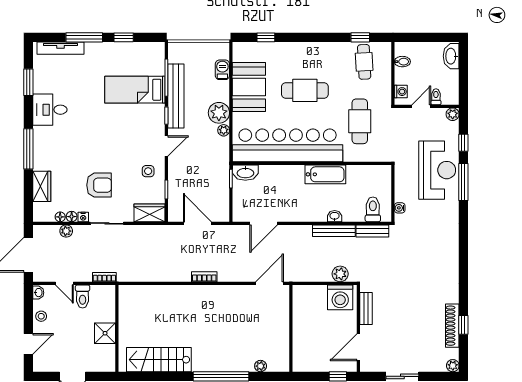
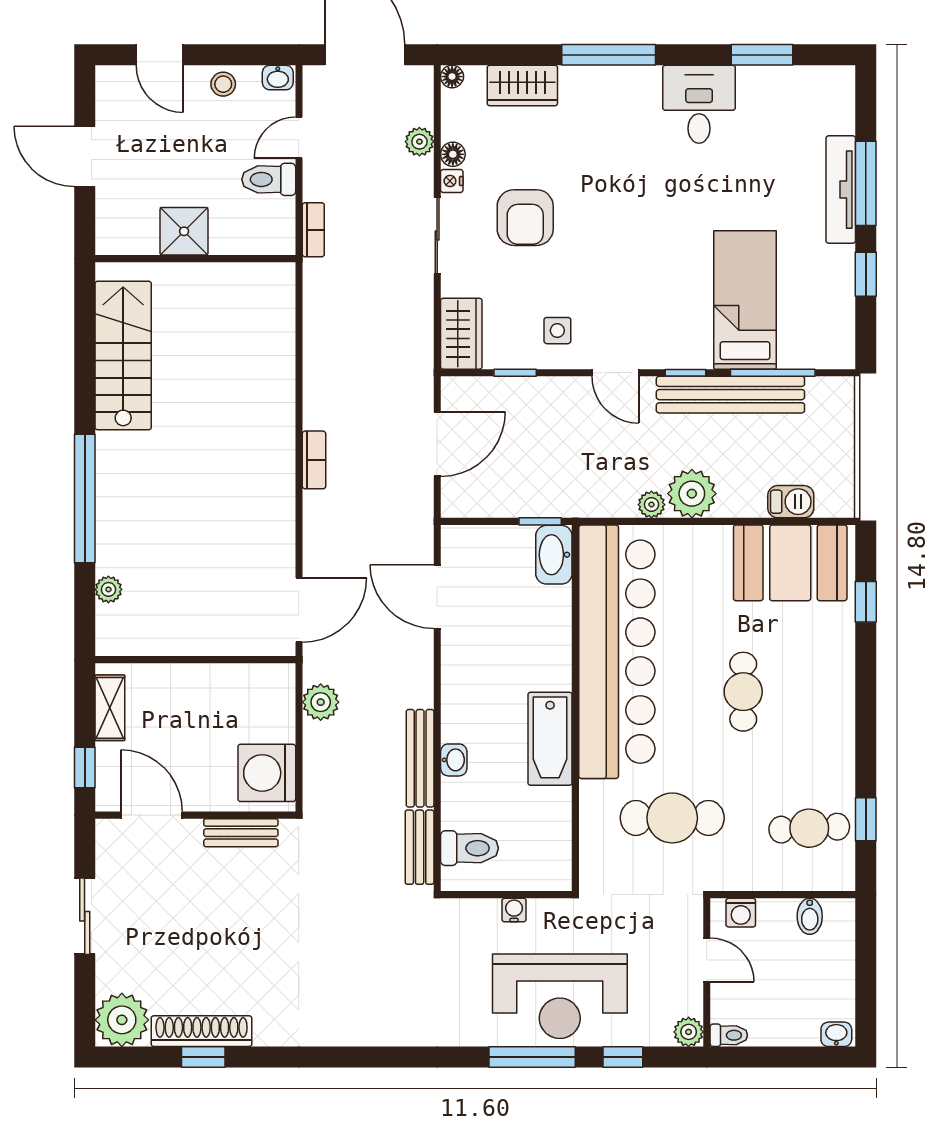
tv unit: (61, 48) -> (841, 190), moved
washbasin: (451, 56) -> (836, 1034), width x0.52, depth x0.69
booth: (249, 87) -> (790, 563), moved
cafe table: (305, 90) -> (743, 692), width x0.73, depth x0.74
toilet: (436, 97) -> (729, 1035), moved
water cooler: (400, 208) -> (514, 910), moved
floor lamp: (60, 217) -> (452, 77), moved
plant: (340, 274) -> (321, 702), moved
door: (269, 283) -> (299, 610), hinge flipped
shelving: (312, 365) -> (110, 708), added
plant: (453, 366) -> (122, 1020), width x1.88, depth x1.88

